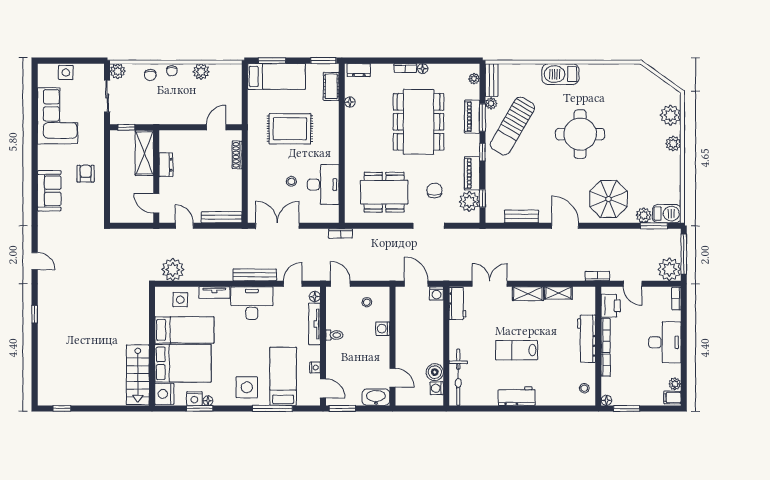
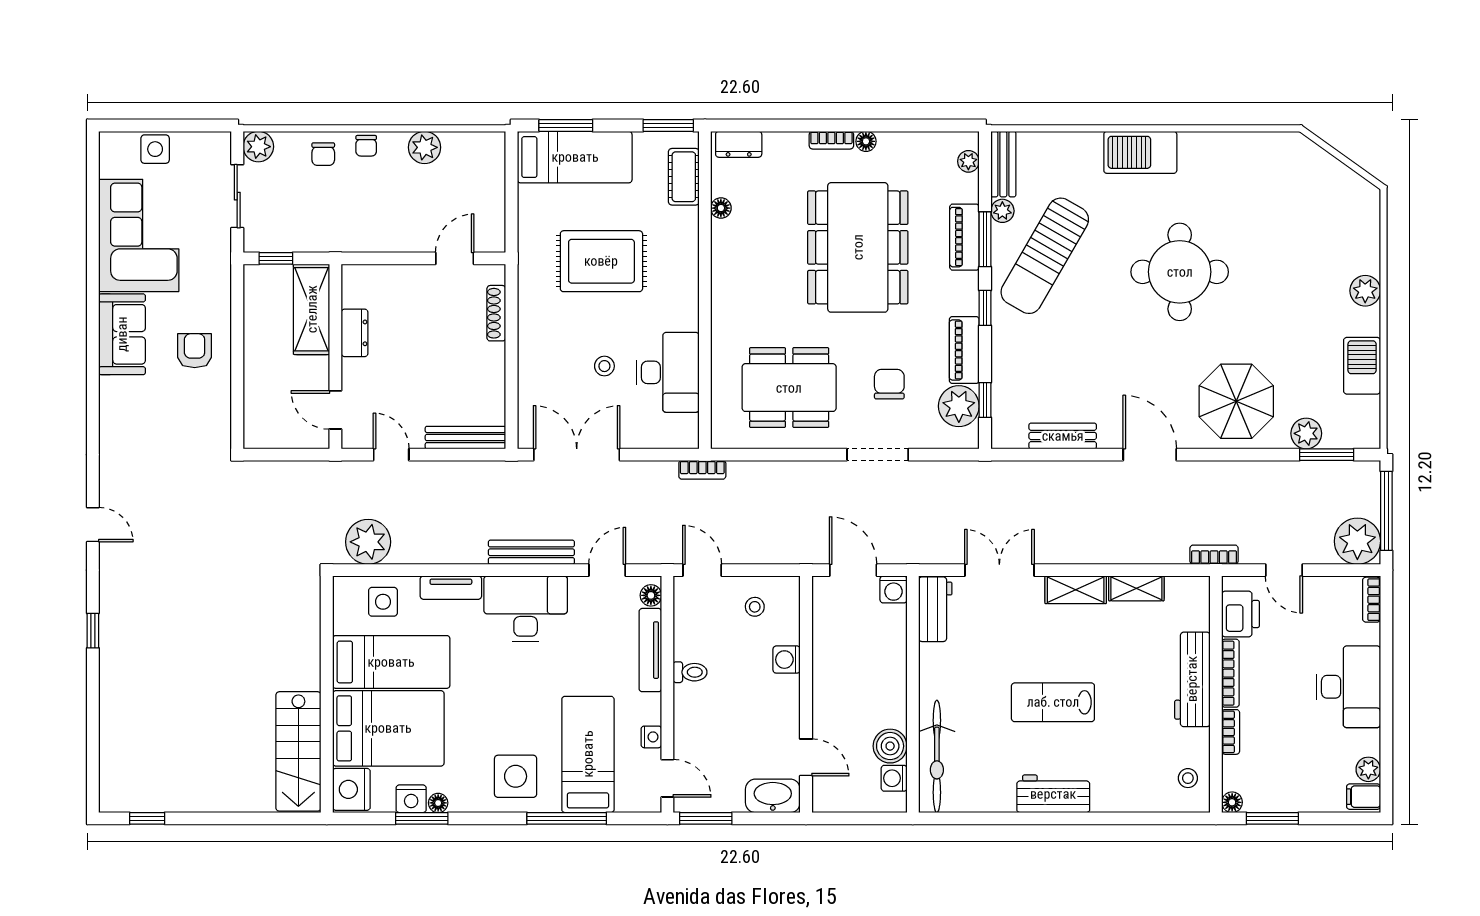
plant: (671, 115) -> (1360, 234), removed
sofa: (49, 191) -> (122, 334), moved
barbecue: (667, 214) -> (1362, 366), moved, turned -90

